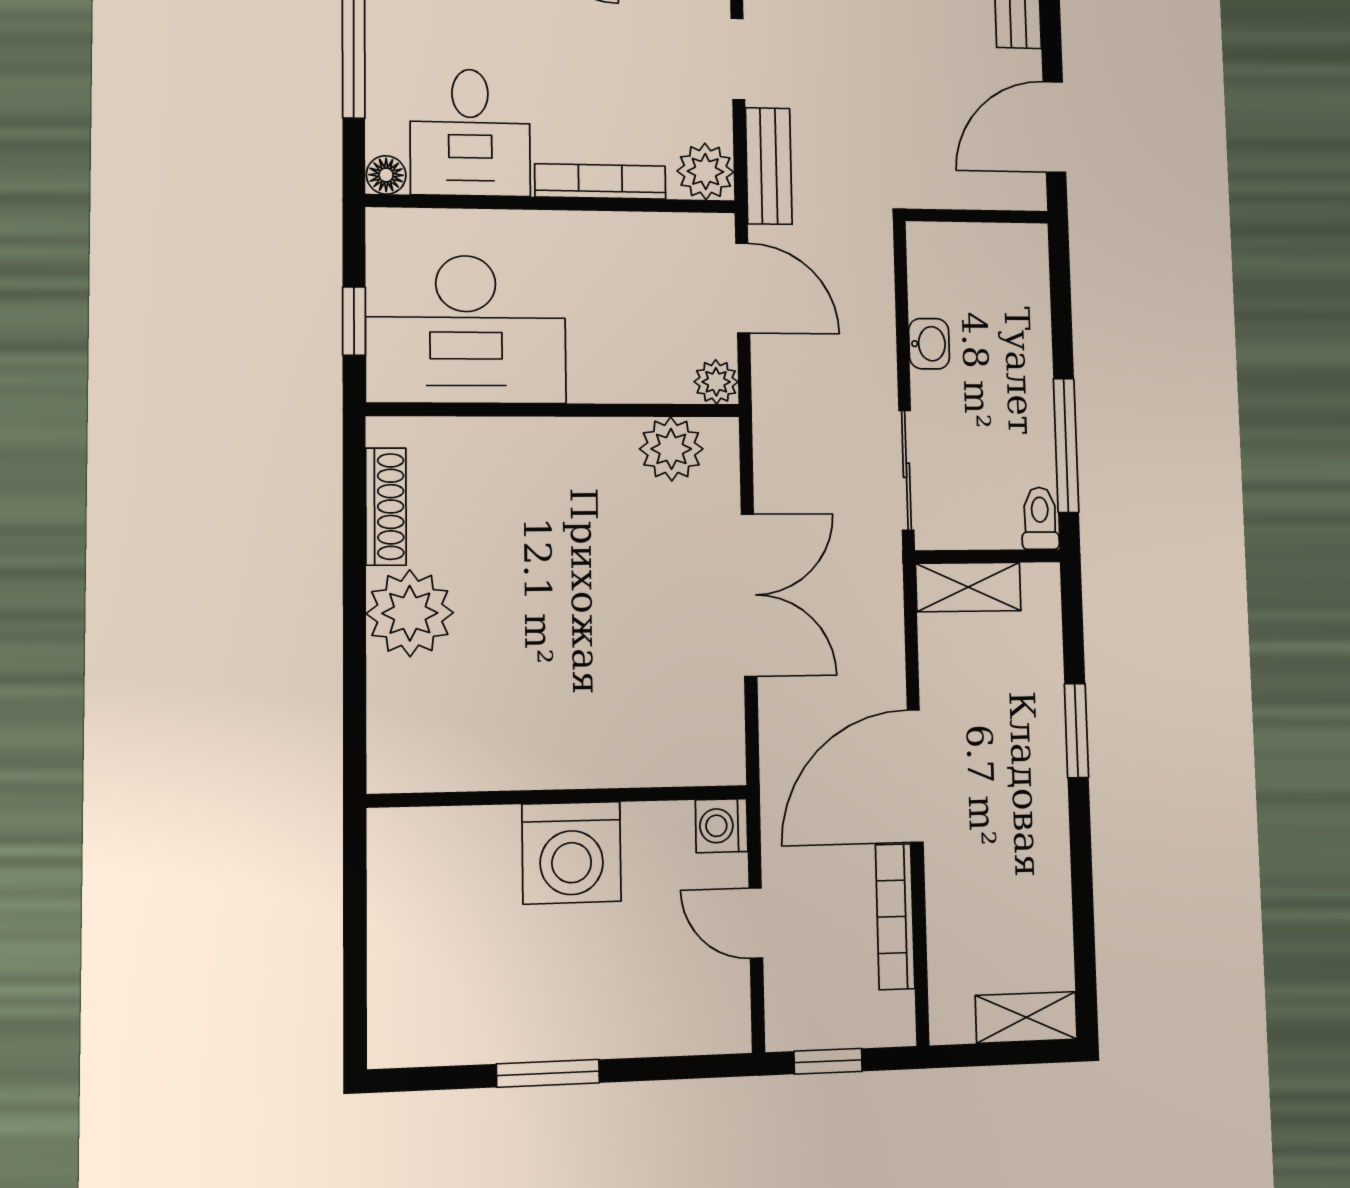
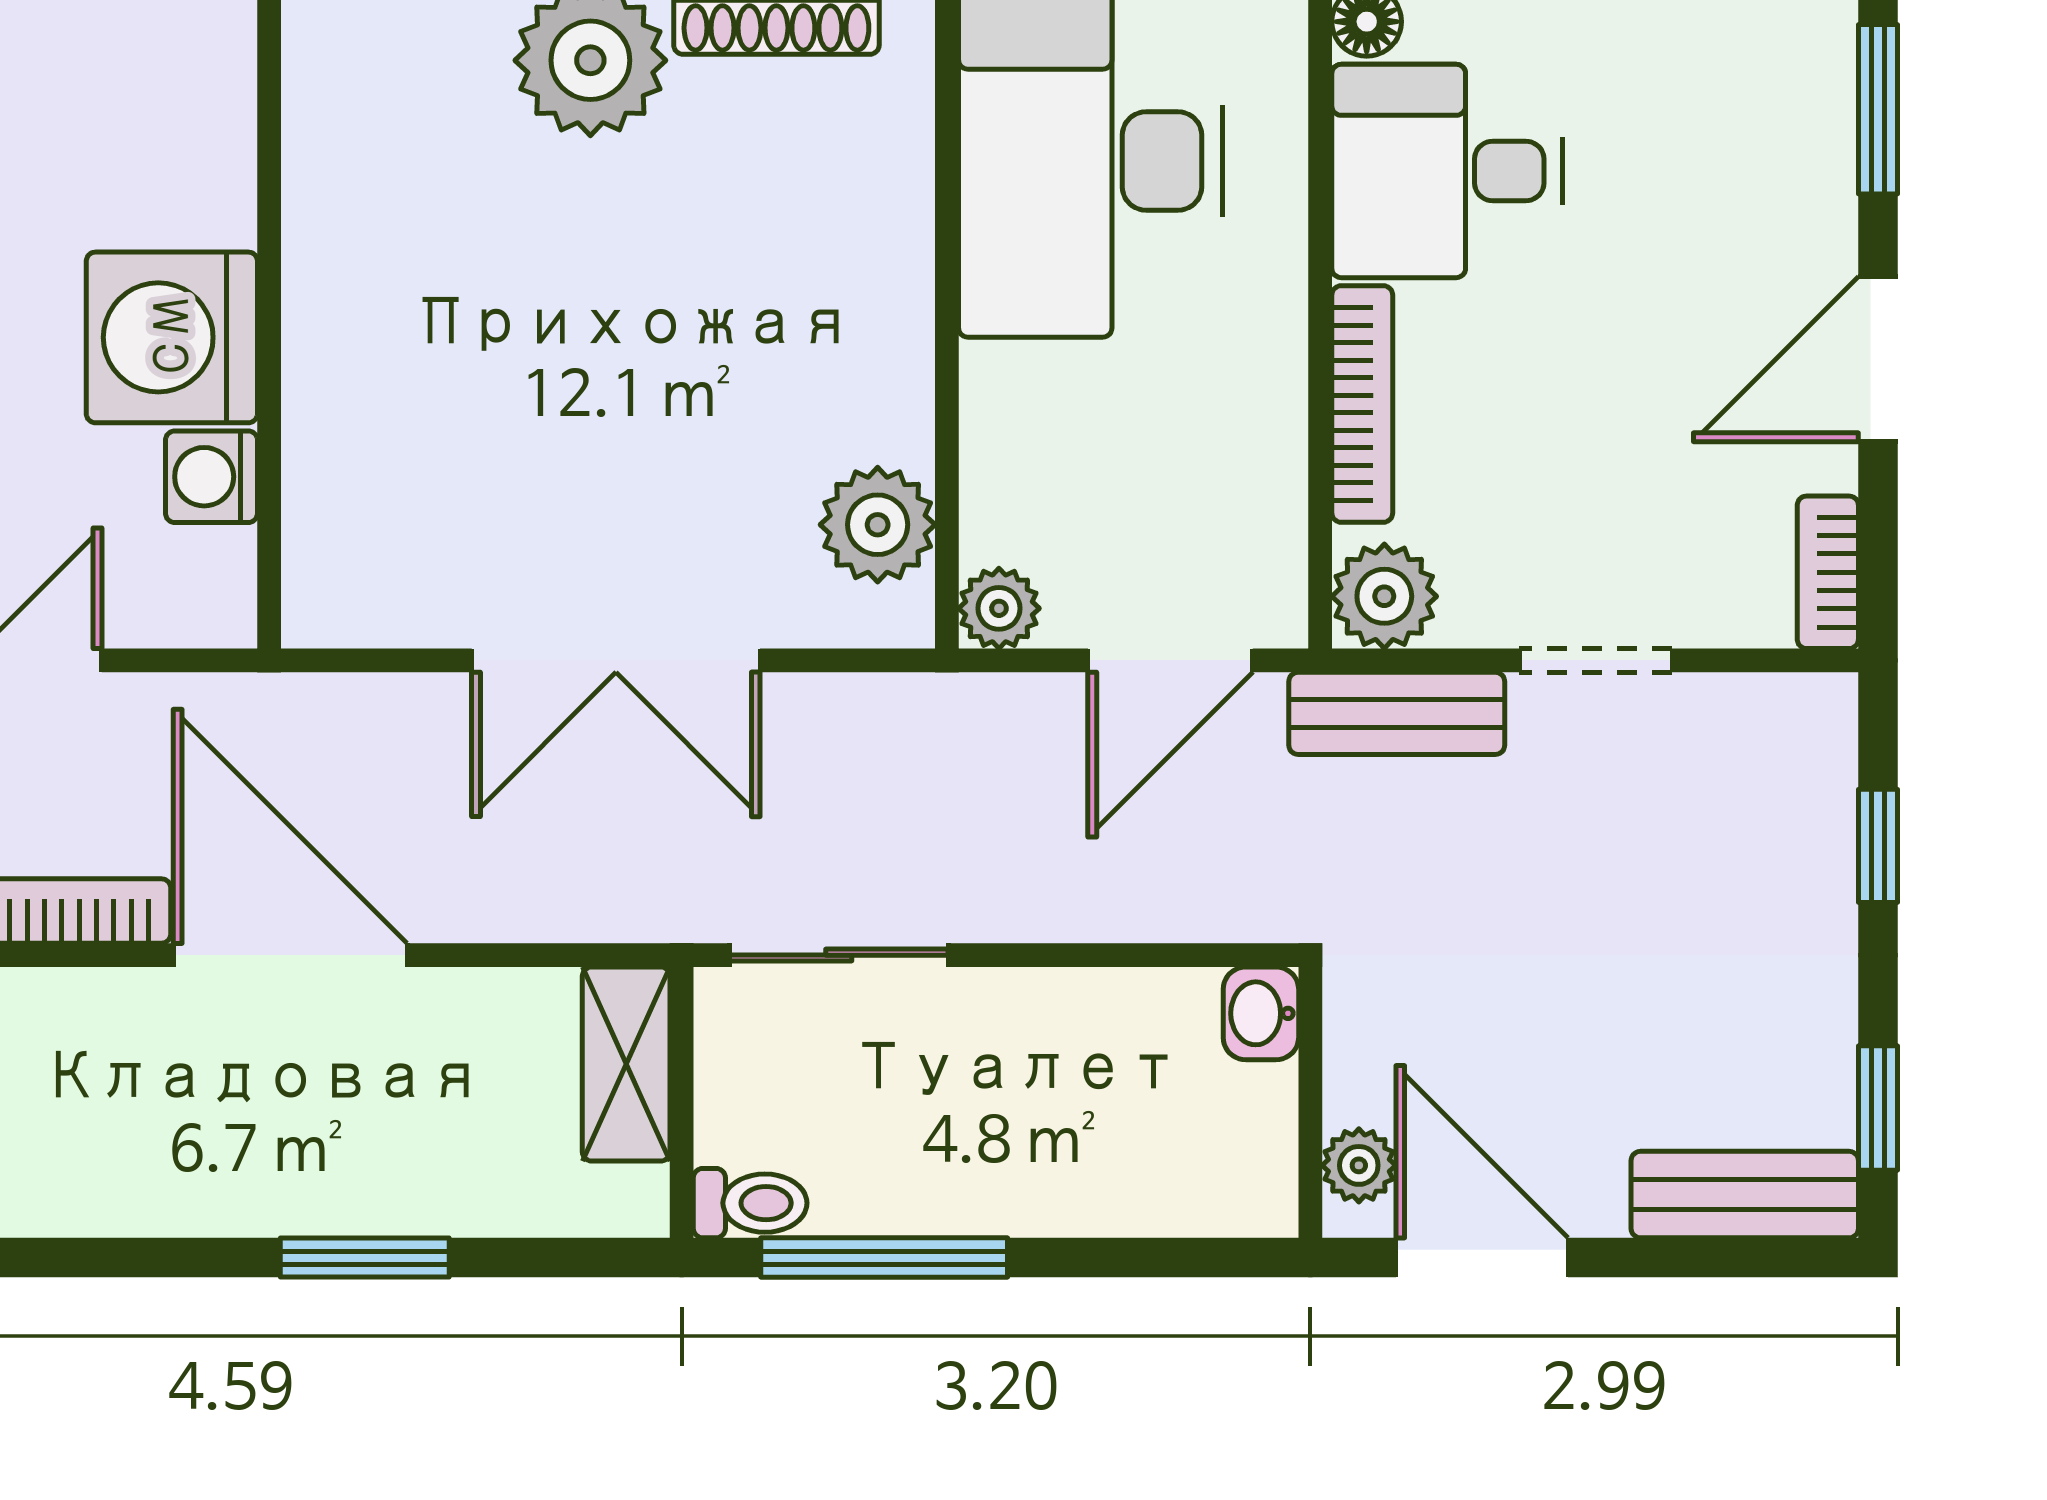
plant: (1009, 191) -> (1359, 1165), added
washbasin: (929, 344) -> (1261, 1013), moved, turned 90
washing machine: (722, 826) -> (211, 477), moved, turned -90

